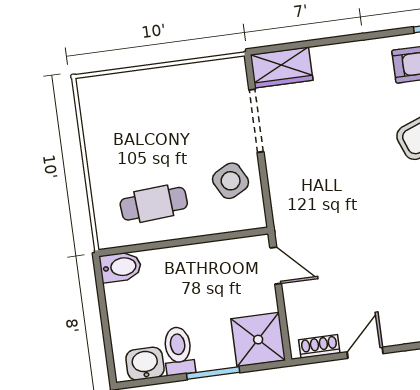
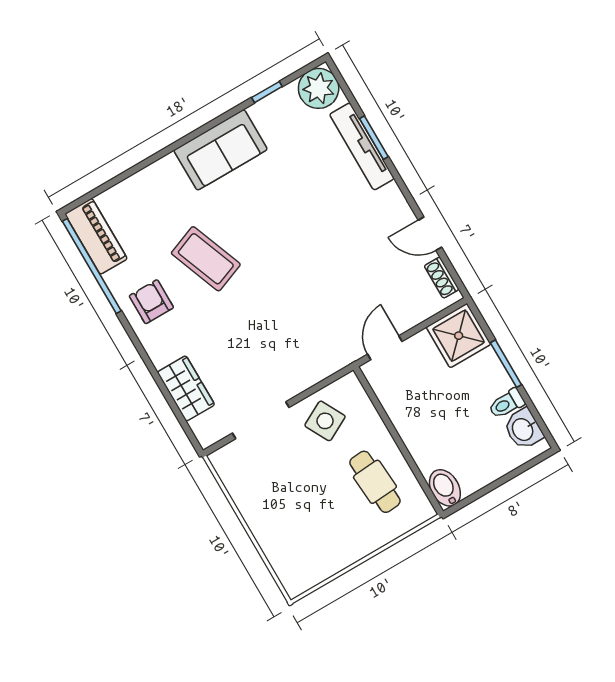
wardrobe: (282, 68) -> (186, 388), moved
toilet: (178, 351) -> (507, 404), width x0.73, depth x0.72

